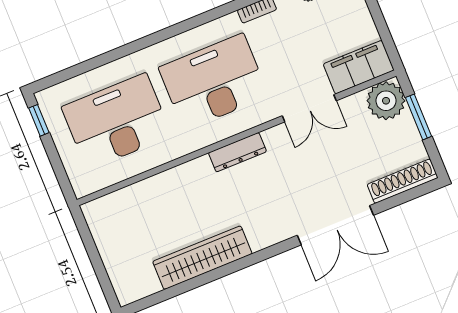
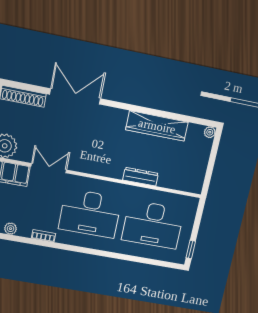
dresser: (237, 152) -> (141, 177), moved
plant: (126, 296) -> (210, 132), added

